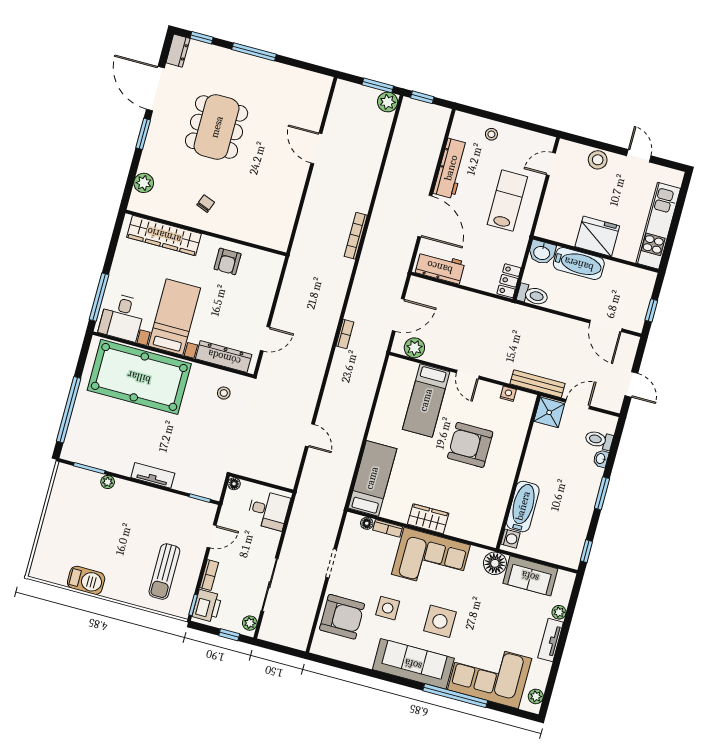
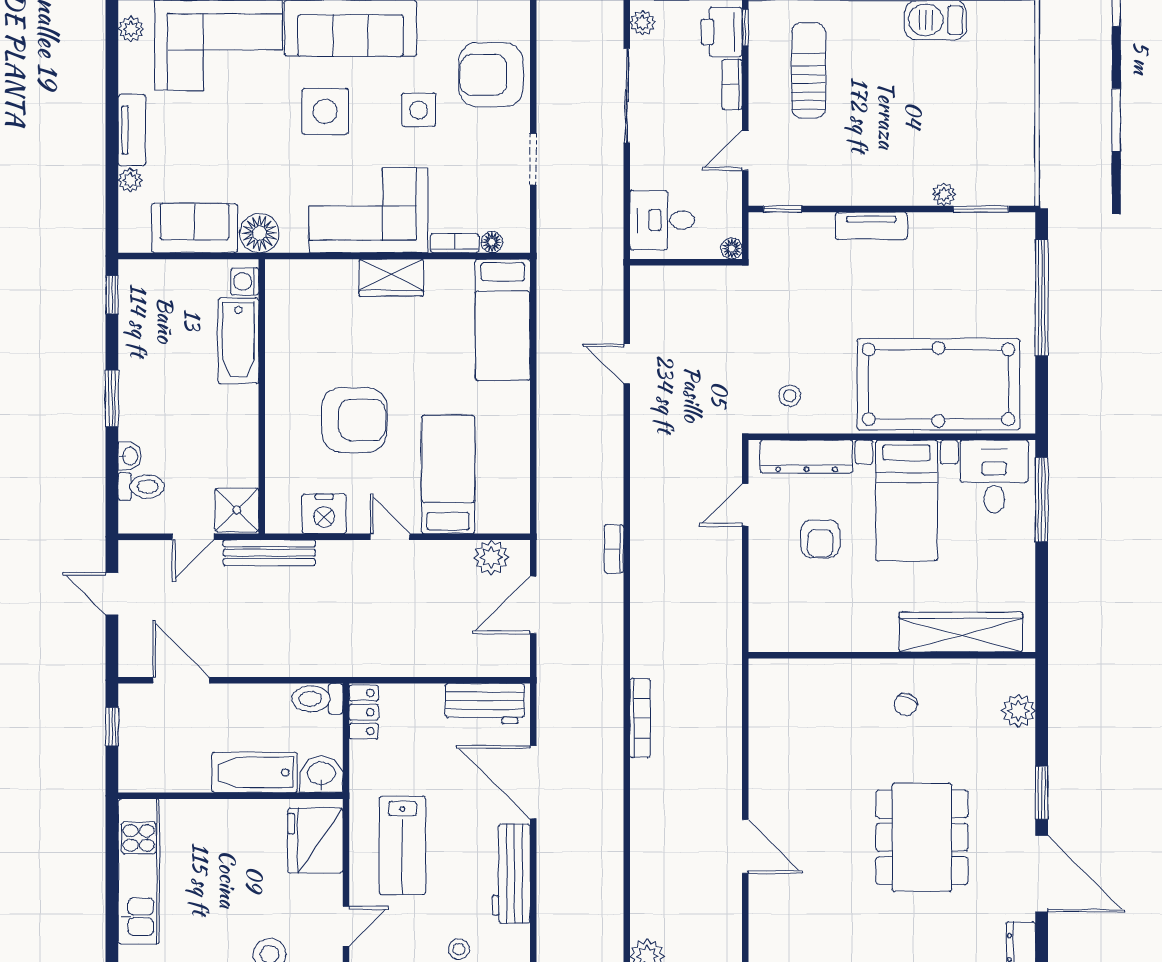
fridge: (597, 236) -> (315, 841), moved, turned 90
armchair: (228, 261) -> (820, 539), moved, turned 180
nightstand: (508, 394) -> (324, 514), width x1.89, depth x1.79

